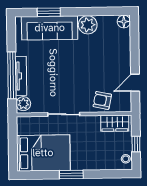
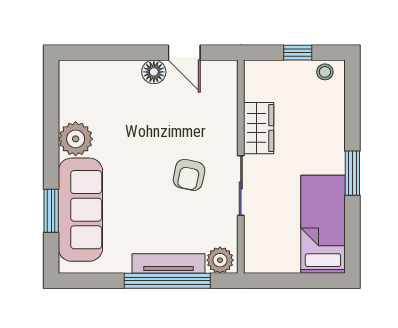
floor lamp: (124, 22) -> (154, 72), moved
armchair: (102, 100) -> (189, 175), moved
wardrobe: (115, 123) -> (259, 128), moved
bed: (43, 153) -> (323, 224), width x0.67

